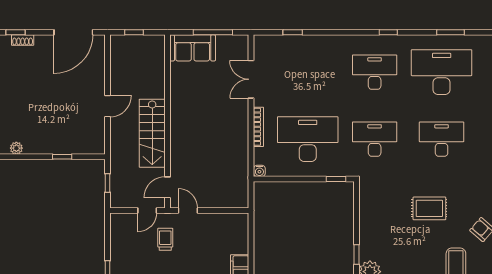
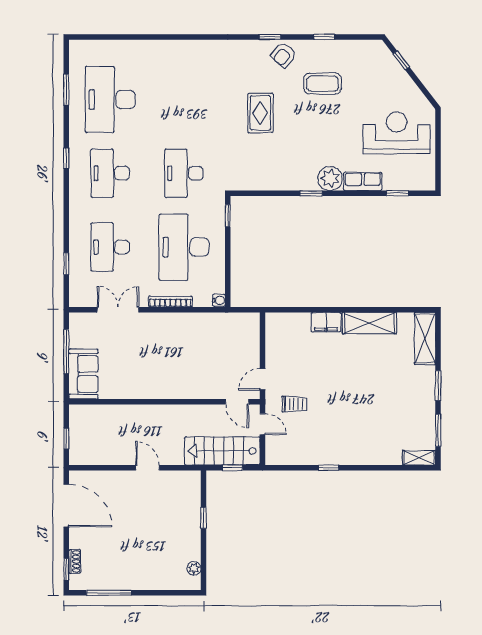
double door: (251, 79) -> (118, 310), swing flipped
stairs: (152, 133) -> (222, 451), moved, turned 180
desk: (442, 139) -> (110, 247), moved
trolley: (165, 239) -> (294, 404), turned 180

